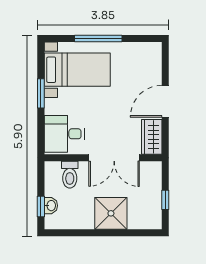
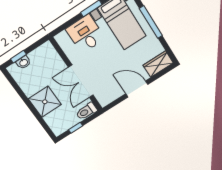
desk: (64, 134) -> (85, 34), moved
wardrobe: (152, 137) -> (158, 64), moved
toilet: (70, 175) -> (86, 111), moved

